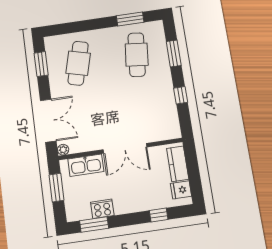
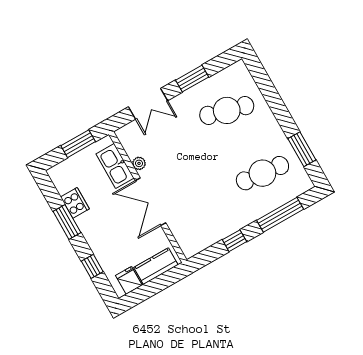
window: (174, 53) -> (280, 215), width x1.44
window: (41, 64) -> (192, 79), moved
double door: (48, 121) -> (148, 104), width x0.73
plant: (63, 150) -> (139, 163), moved
window: (94, 224) -> (67, 222), moved

